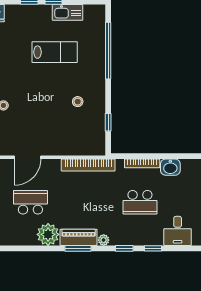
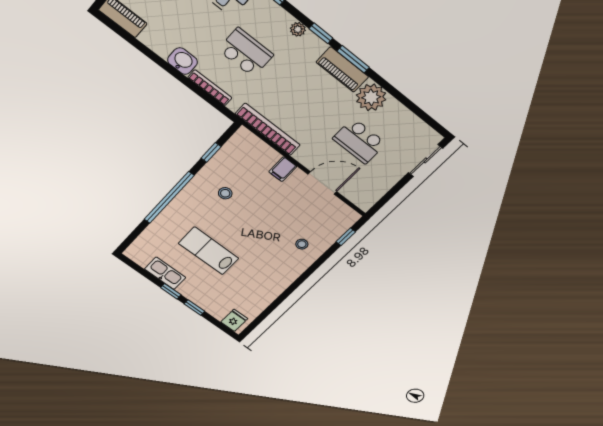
window: (108, 51) -> (169, 198), moved
filing cabinet: (58, 147) -> (283, 169), added
plant: (104, 240) -> (298, 29), moved
window: (124, 248) -> (321, 33), moved

